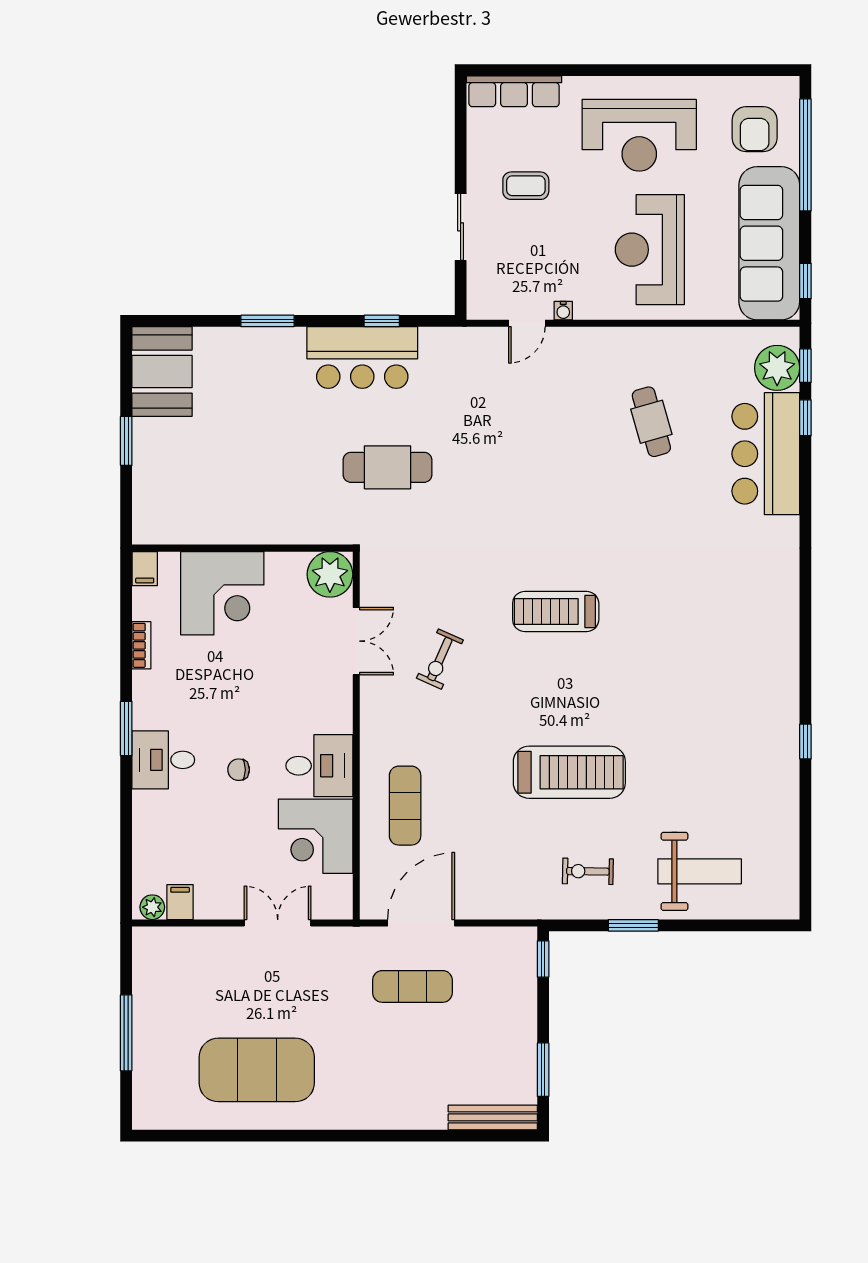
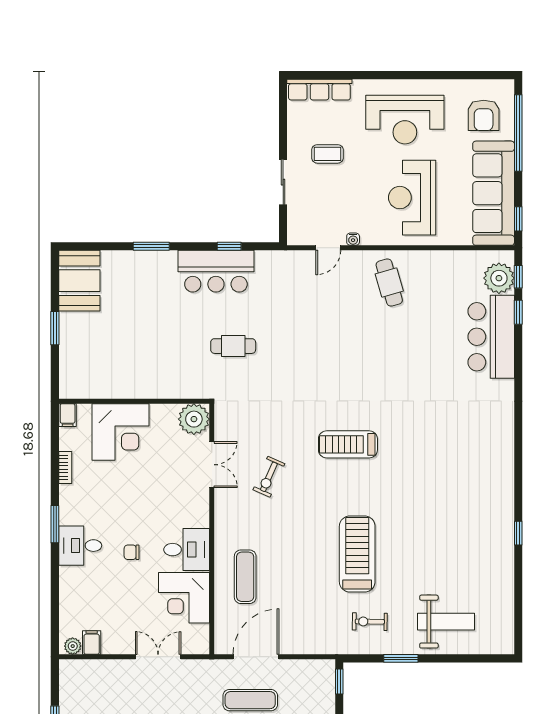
cafe table: (651, 422) -> (389, 283), moved
cafe table: (388, 467) -> (233, 346), width x0.73, depth x0.74
treadmill: (569, 772) -> (357, 554), turned -90

